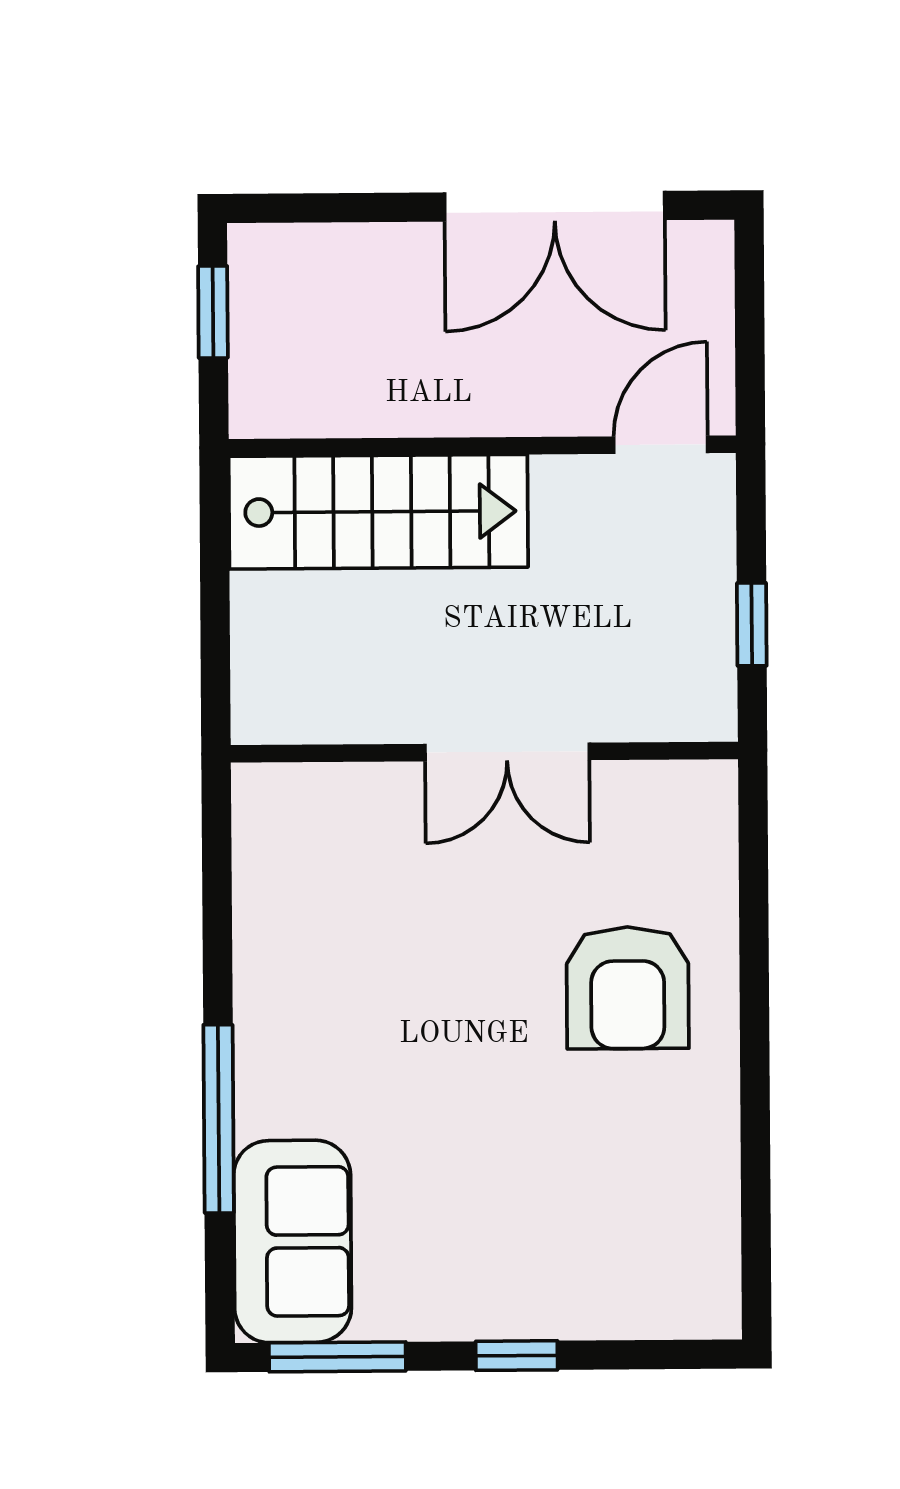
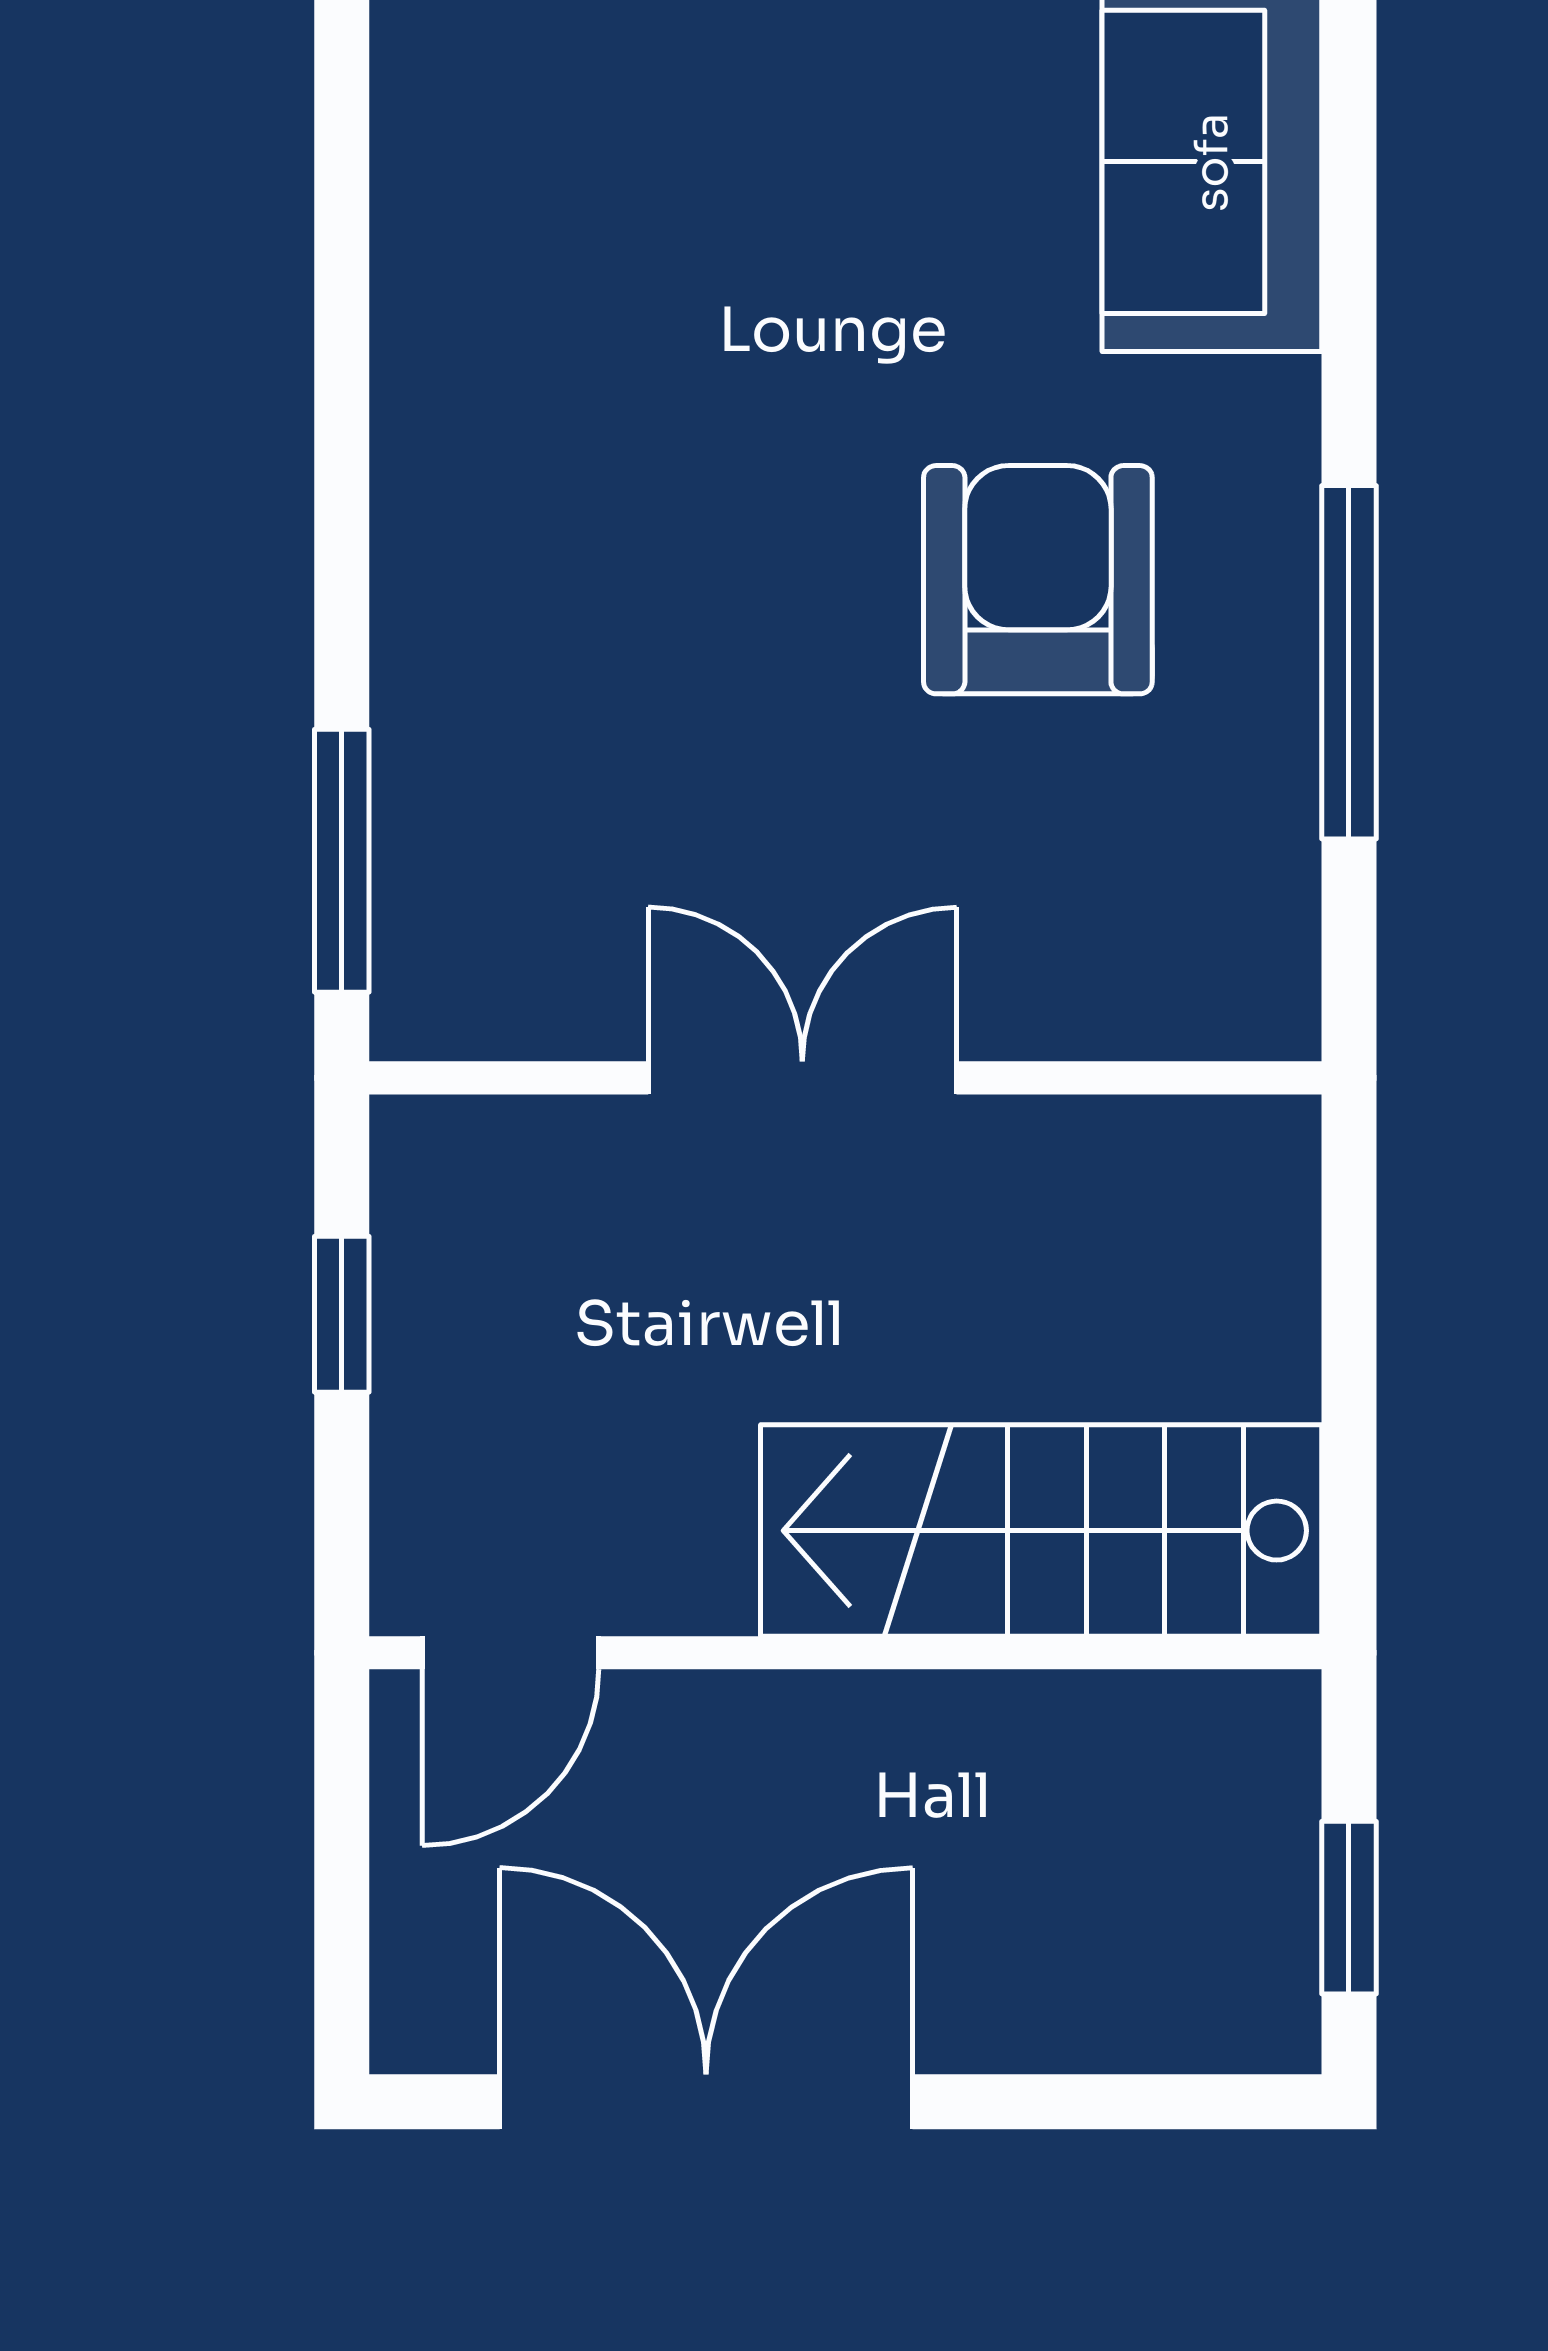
window: (753, 866) -> (342, 861), added
armchair: (628, 988) -> (1038, 580), moved
window: (219, 1119) -> (1349, 662), moved

